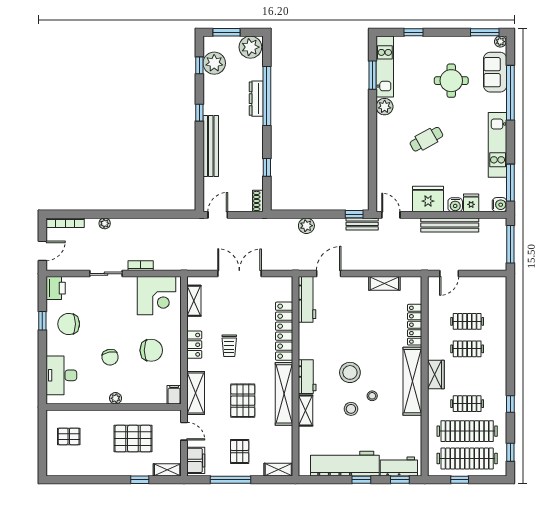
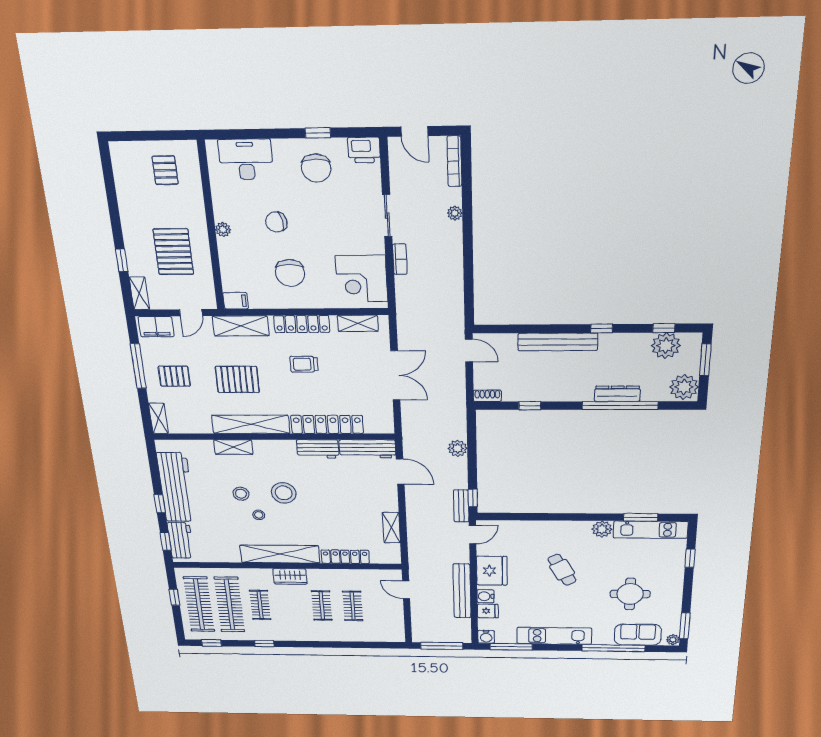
chair: (69, 324) -> (316, 168), turned 180
locker: (194, 345) -> (302, 324), width x1.53
workbench: (307, 377) -> (318, 449), moved

